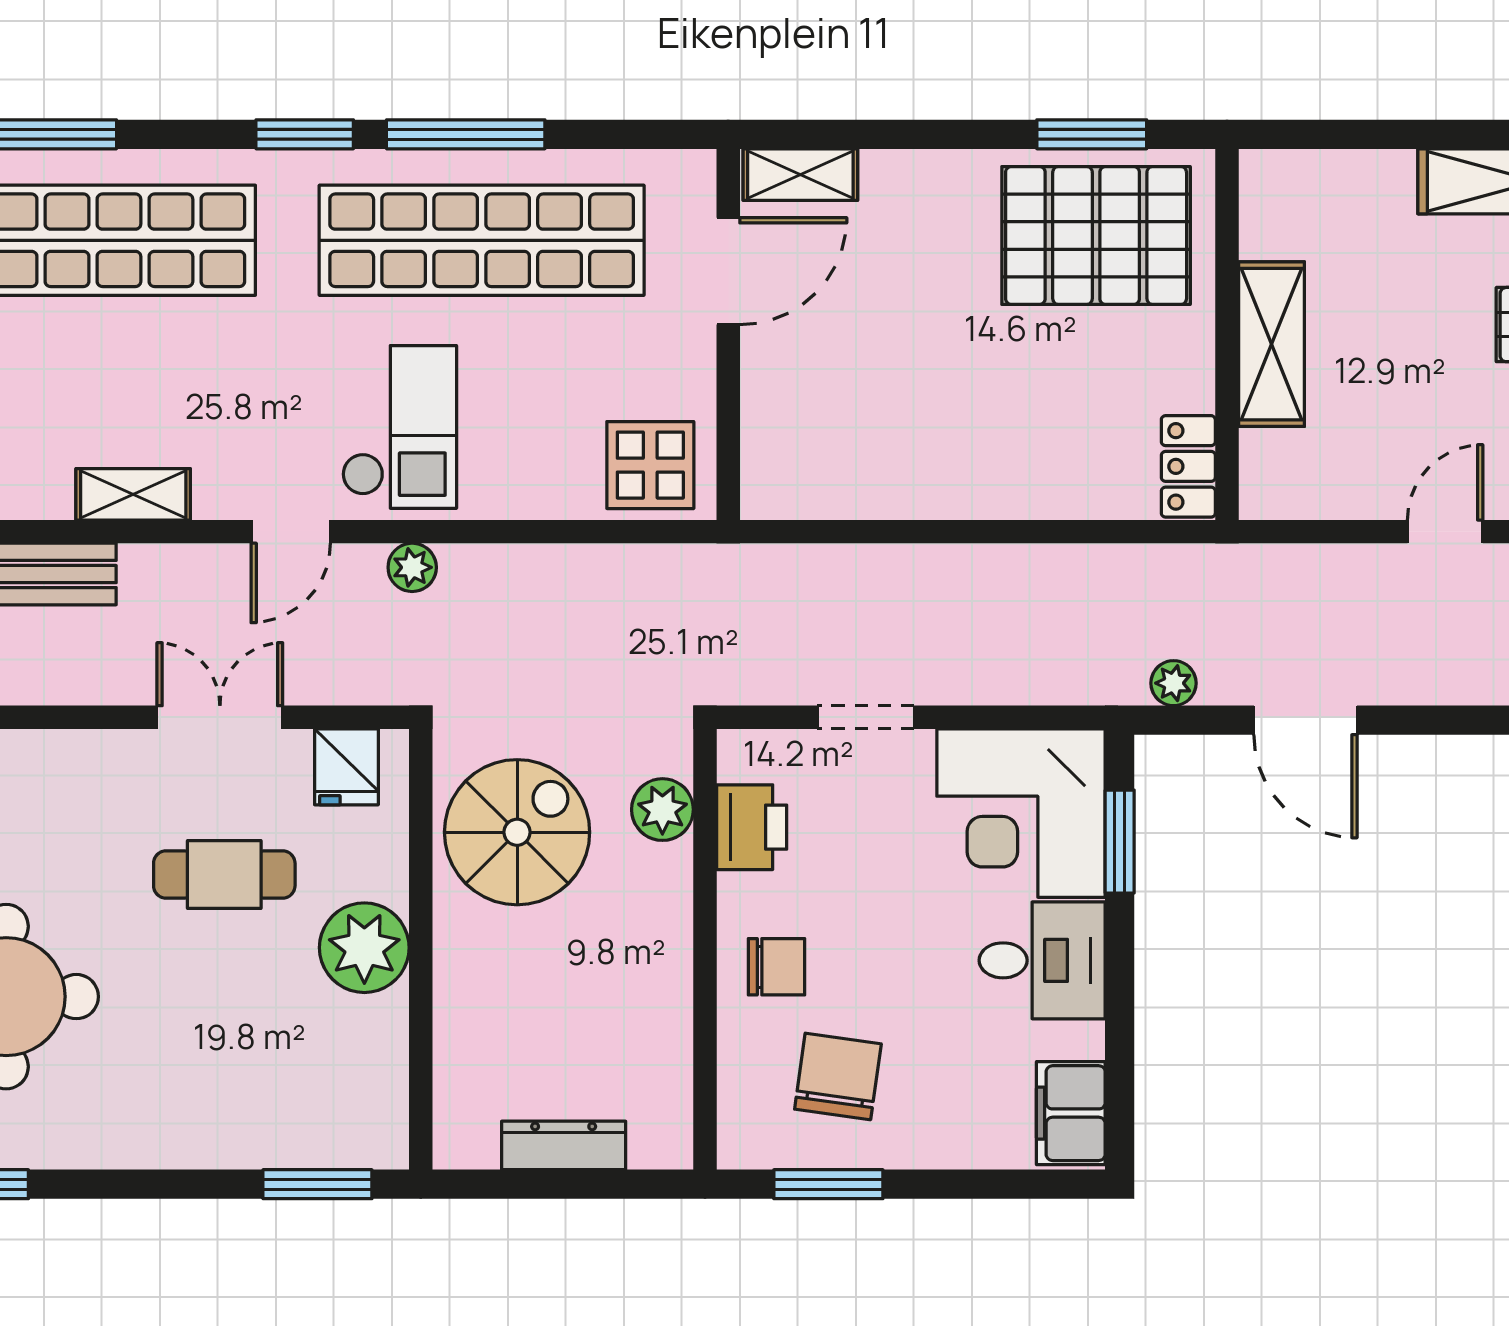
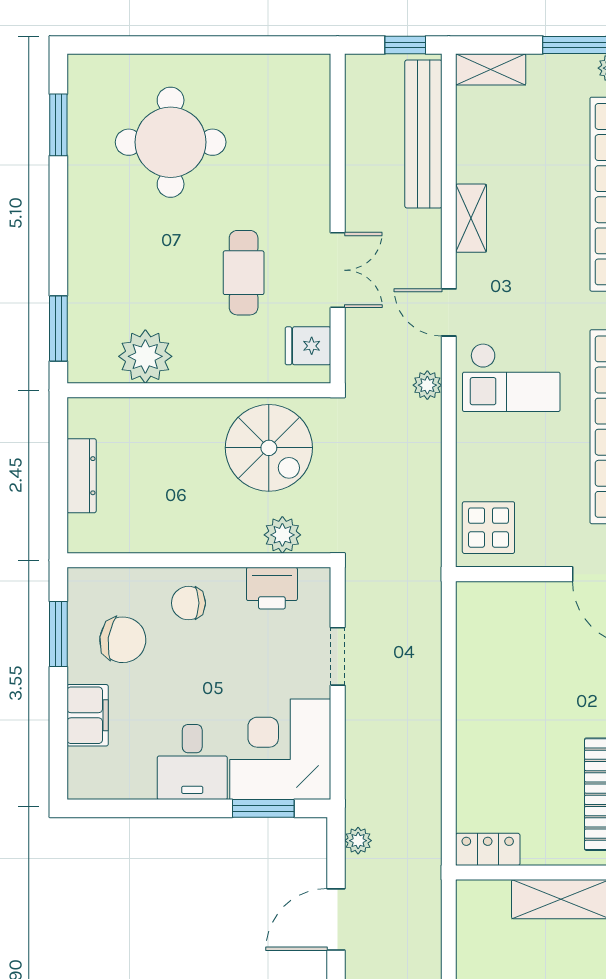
plant: (364, 948) -> (145, 356), moved
chair: (776, 967) -> (188, 603), turned 90
filing cabinet: (1071, 1113) -> (88, 715), moved, turned 90

